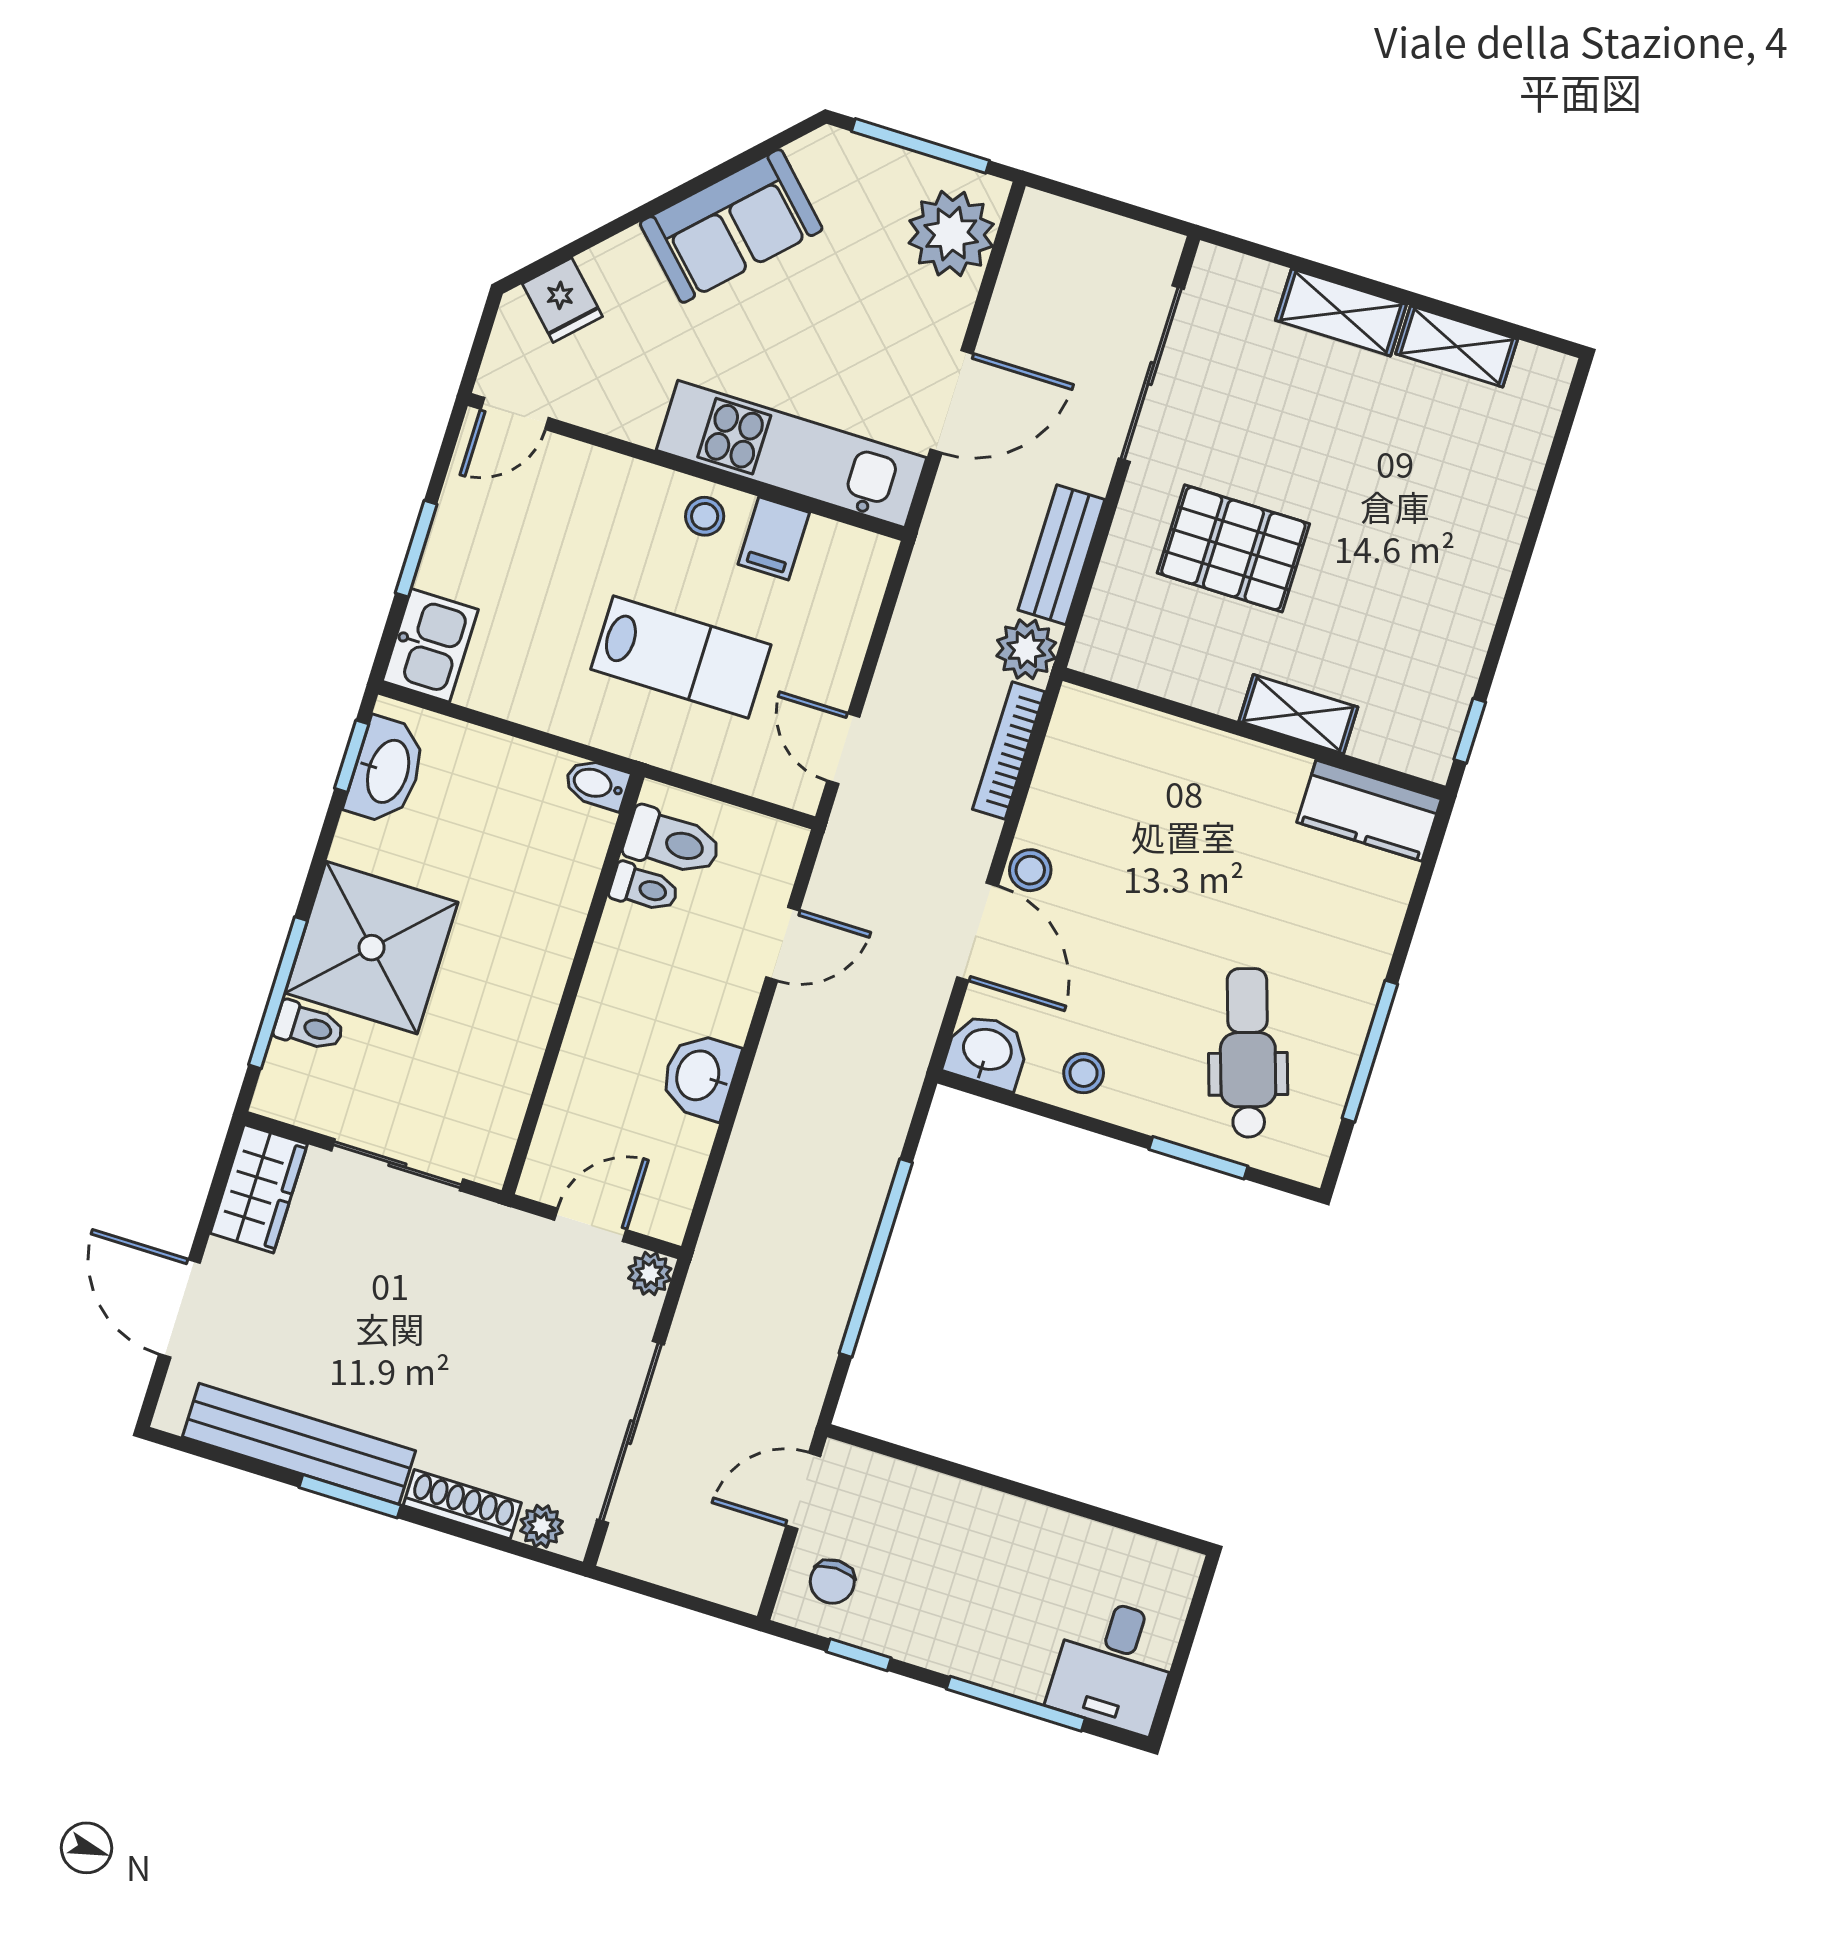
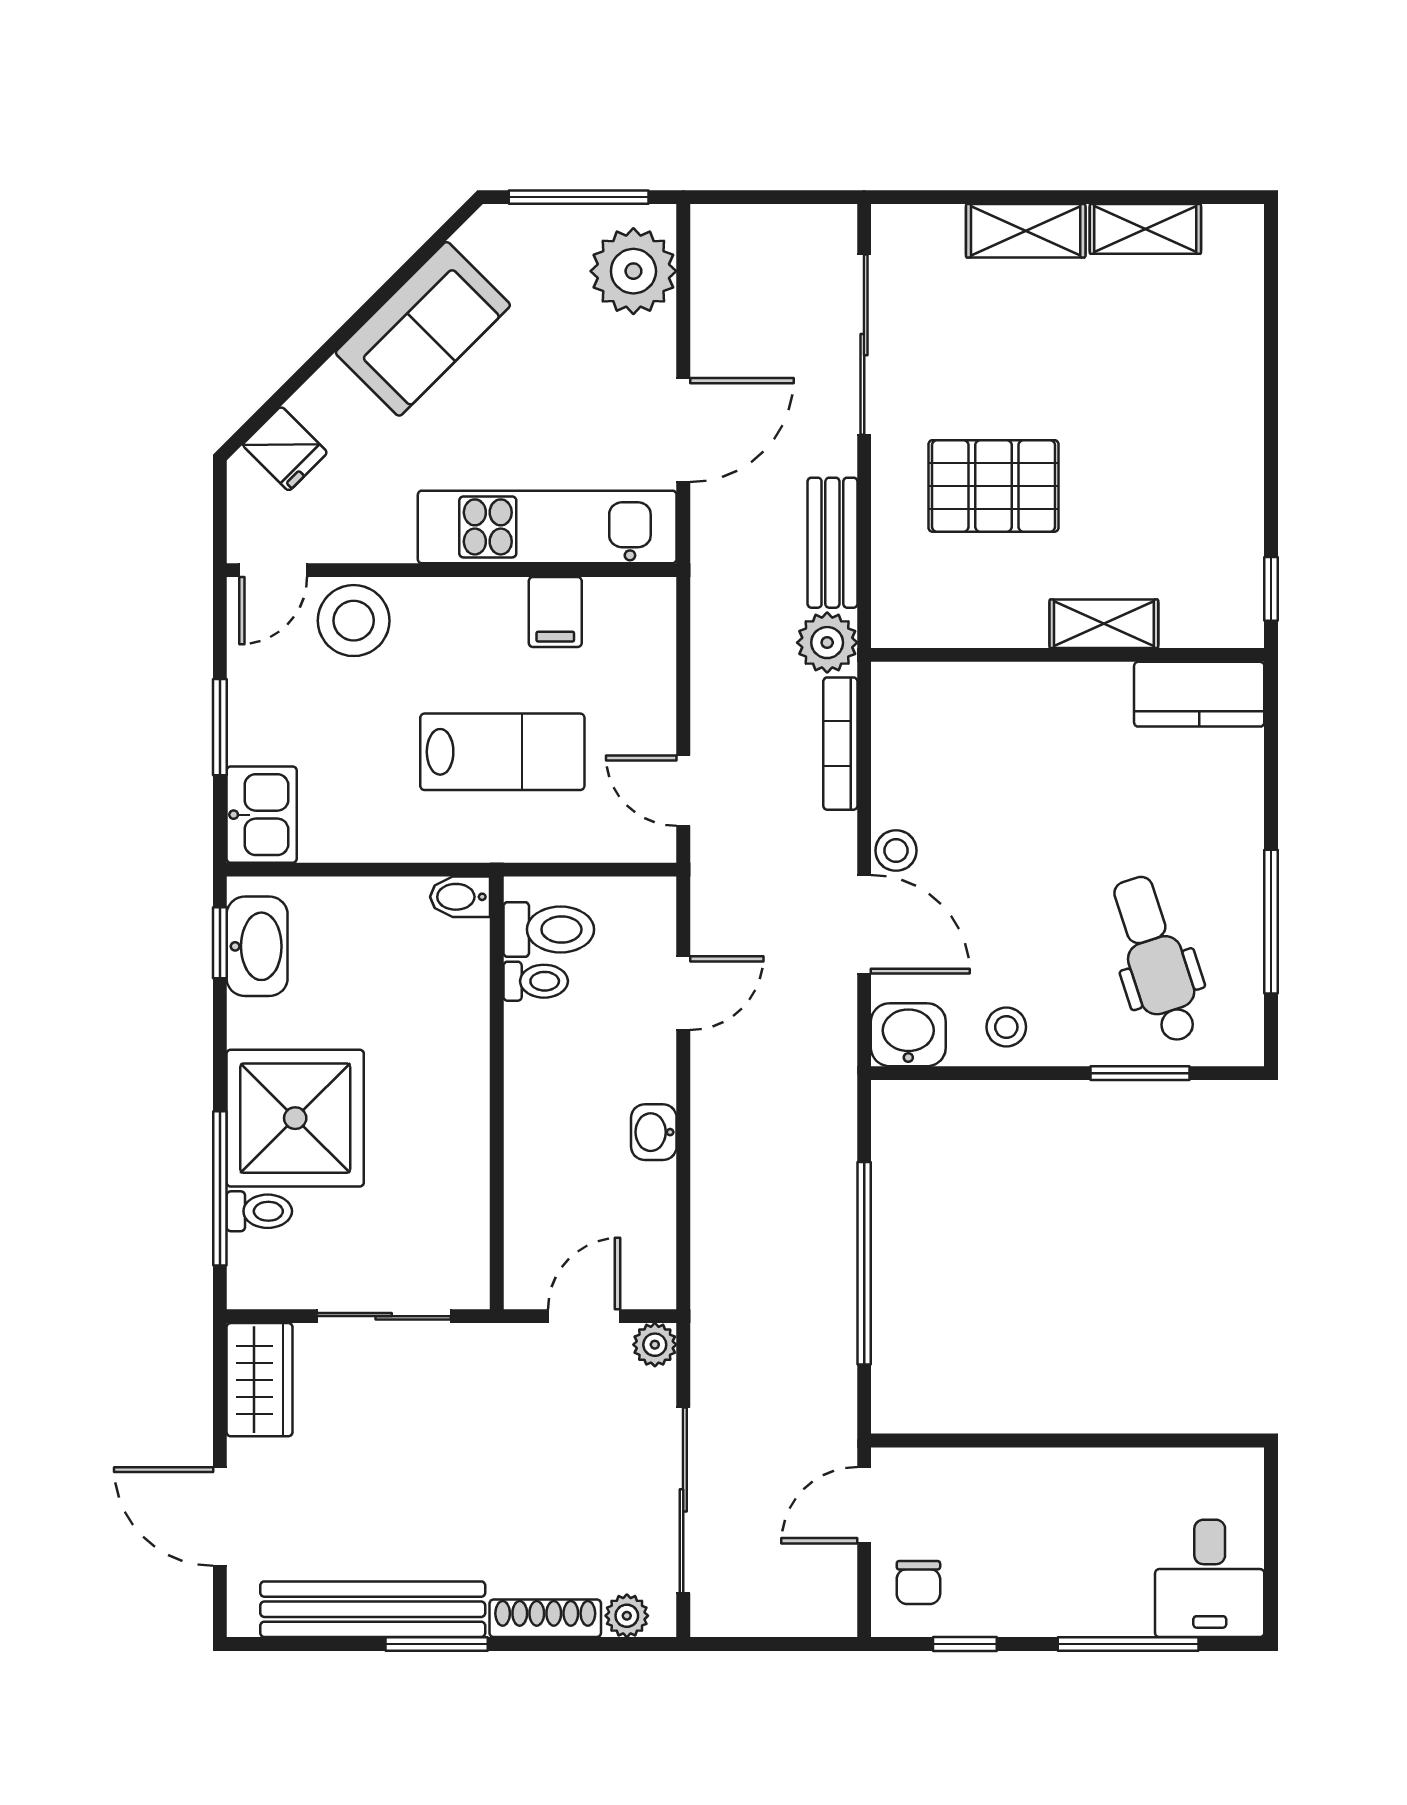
stool: (705, 516) -> (354, 621), moved, width x1.89, depth x1.89
washbasin: (700, 1076) -> (654, 1132), width x0.72, depth x0.69

